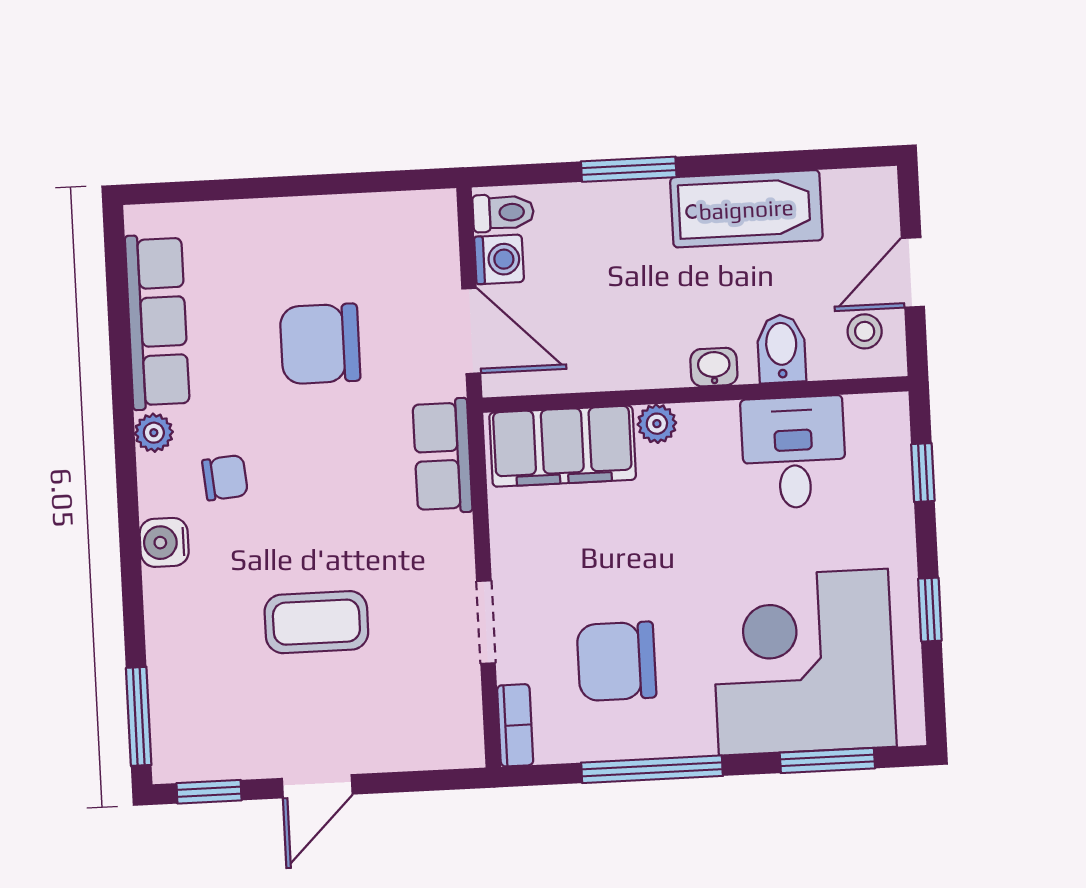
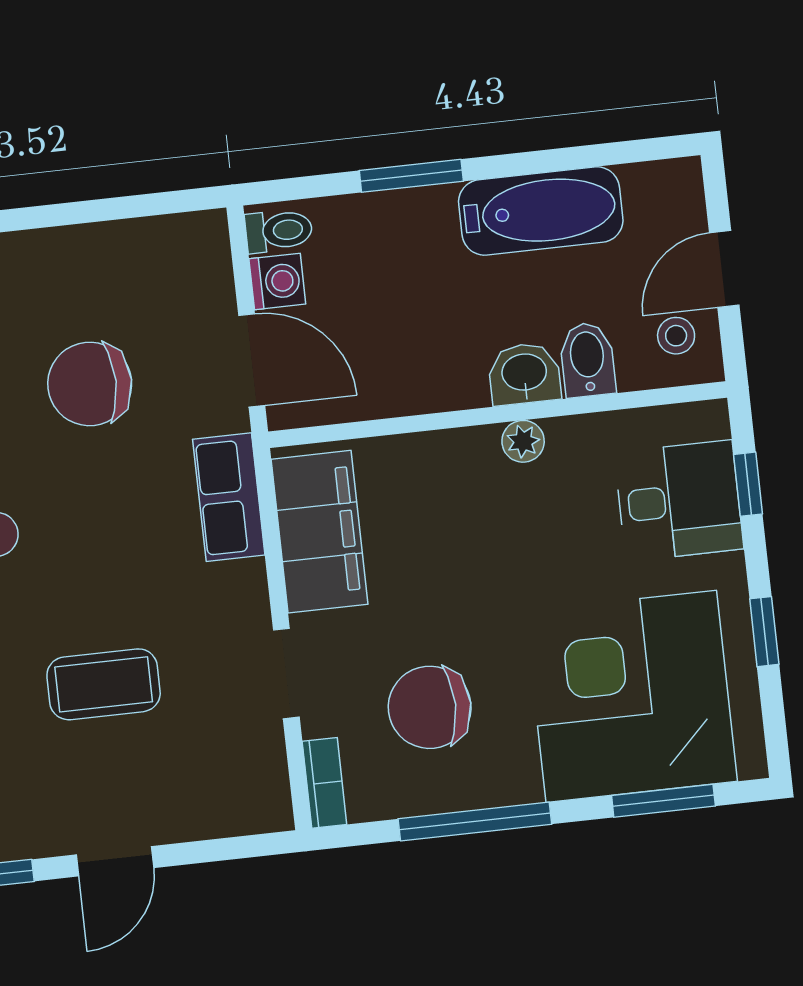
washbasin: (714, 367) -> (524, 374), width x1.38, depth x1.45
plant: (657, 424) -> (523, 441), moved
filing cabinet: (563, 446) -> (319, 532), moved, turned -90
desk: (794, 452) -> (679, 501), moved, turned 90

